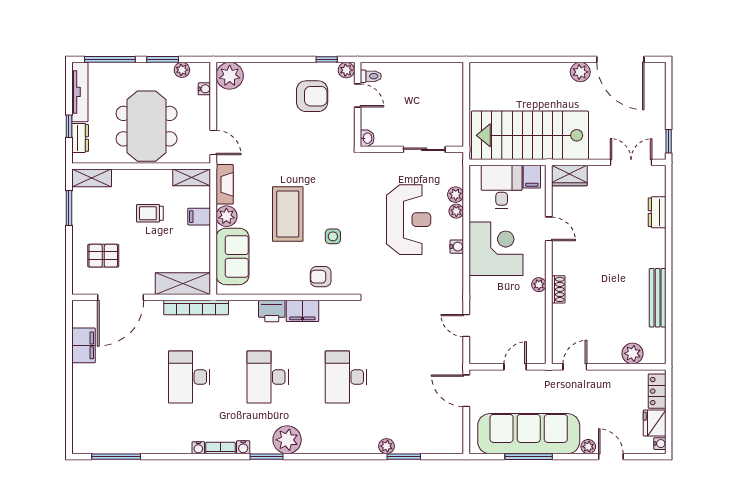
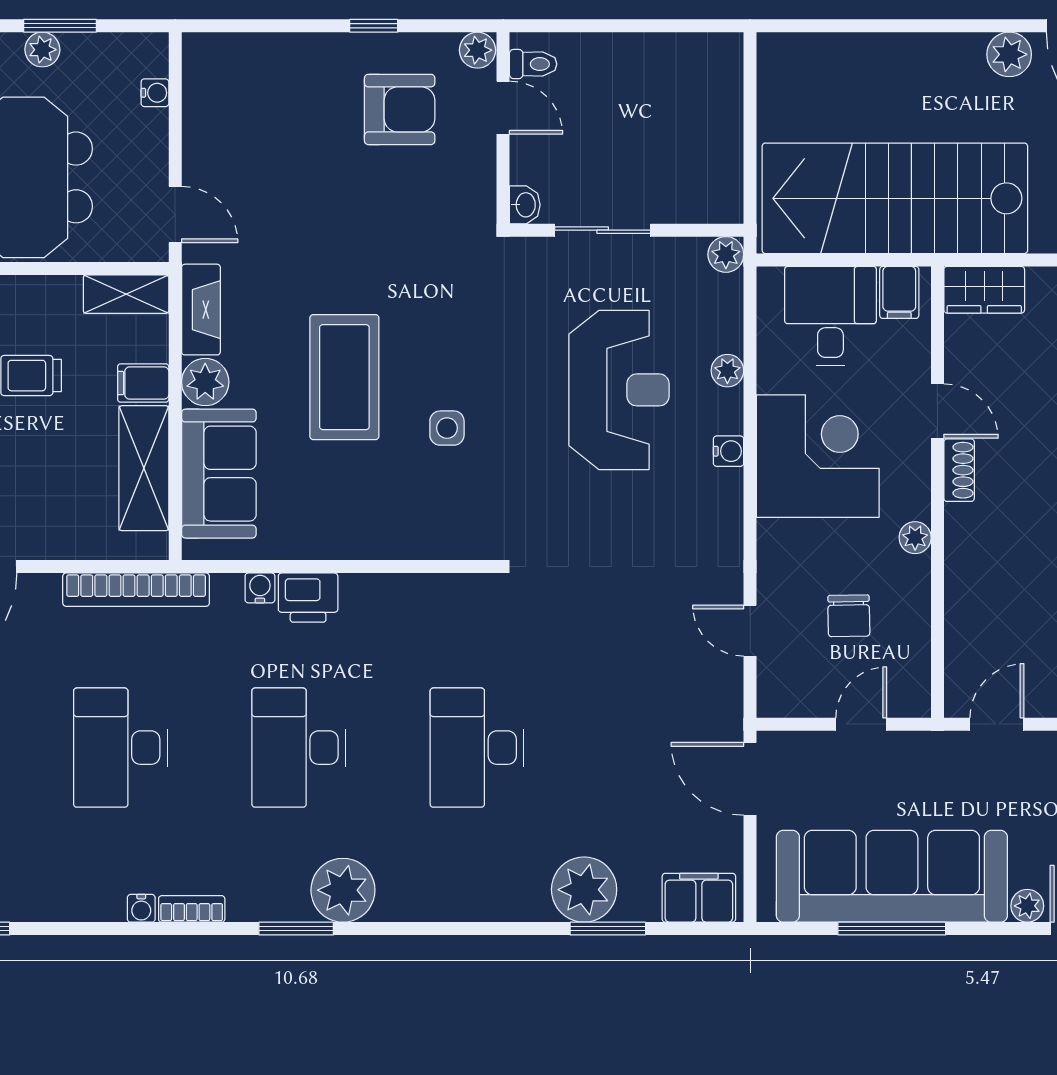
window: (327, 59) -> (374, 26), moved
plant: (182, 70) -> (42, 50), moved
plant: (230, 76) -> (212, 63), removed
sliding door: (424, 149) -> (603, 230), moved
plant: (456, 195) -> (726, 254), moved
armchair: (321, 277) -> (419, 520), removed
shelving: (183, 284) -> (144, 468), moved, turned 90
shoe rack: (558, 289) -> (959, 470), moved
filing cabinet: (302, 311) -> (699, 898), moved, turned 180
chair: (510, 319) -> (849, 616), added
plant: (387, 446) -> (584, 890), width x1.87, depth x1.87
water cooler: (243, 447) -> (260, 588), moved, turned 180

